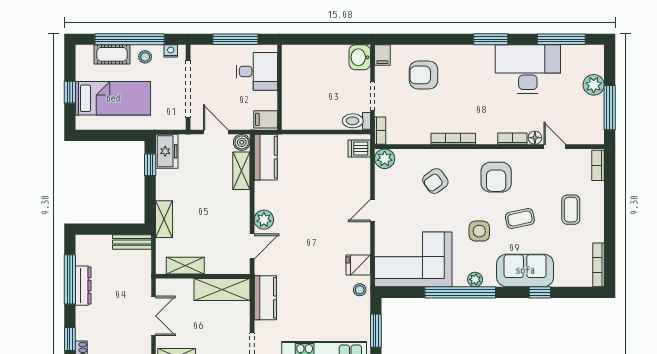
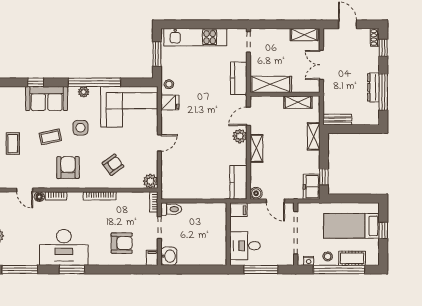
desk: (528, 69) -> (64, 247), moved
dishwasher: (359, 148) -> (169, 189), removed
shelving: (241, 171) -> (256, 148), moved

